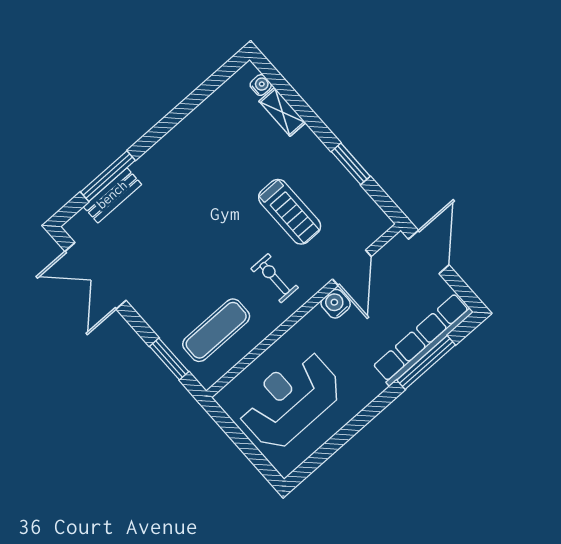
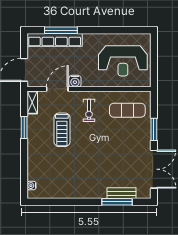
shelving: (282, 112) -> (32, 102), moved
treadmill: (290, 212) -> (62, 130), turned 180
window: (169, 359) -> (154, 129), moved

